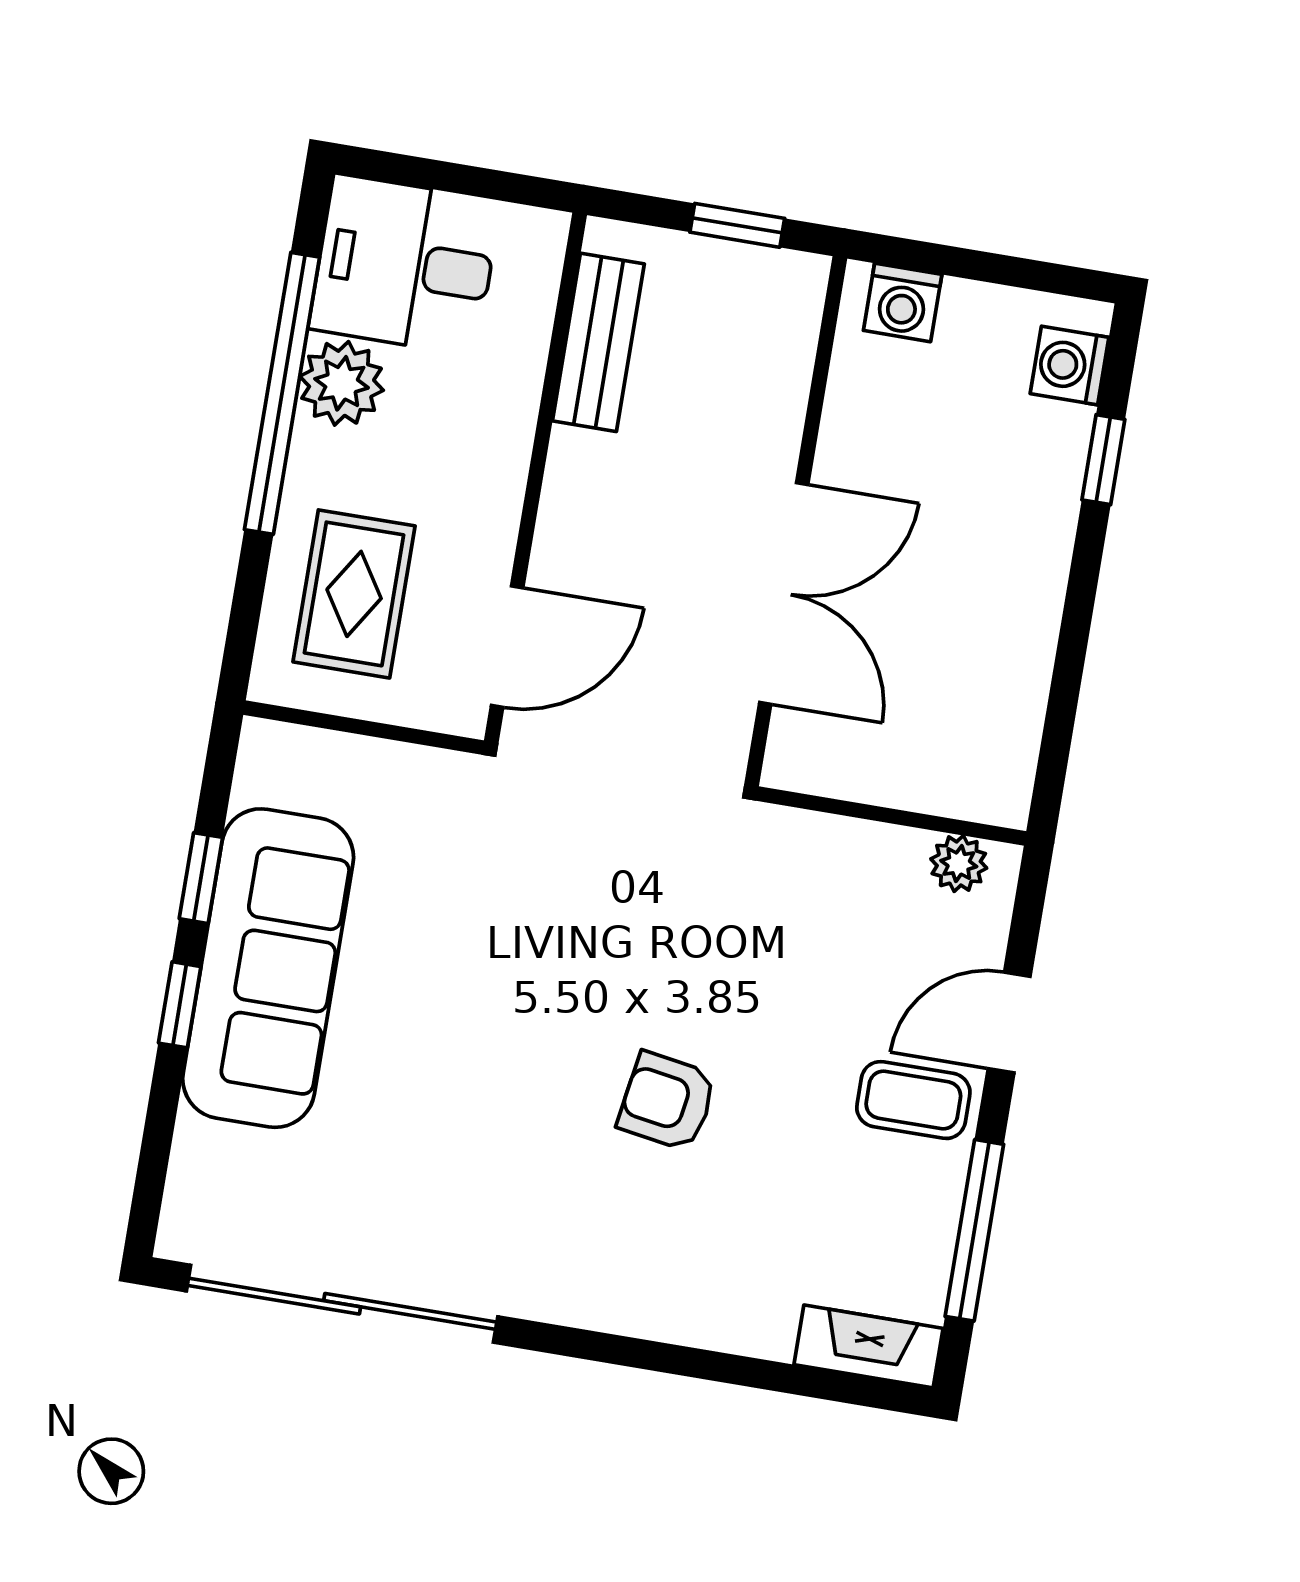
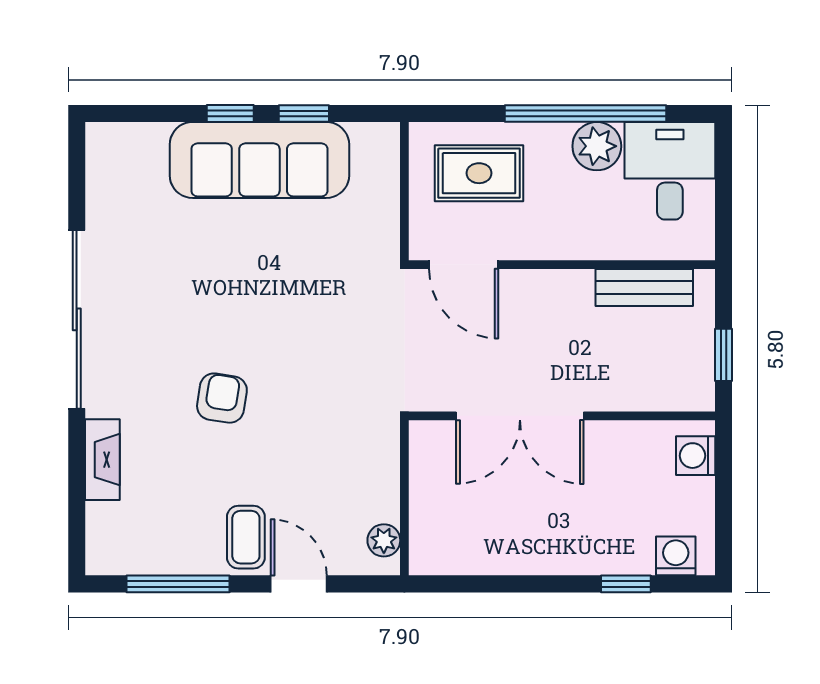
sliding door: (342, 1304) -> (77, 319), moved
fireplace: (868, 1346) -> (102, 460), moved

